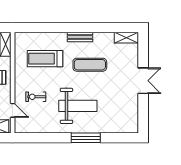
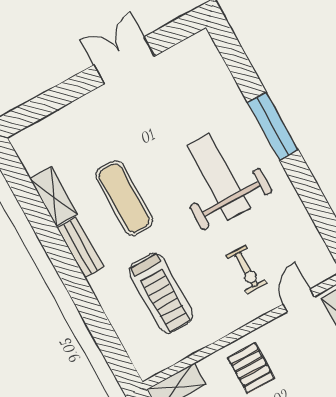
shelving: (126, 38) -> (54, 196), moved
double door: (143, 81) -> (124, 60), moved

